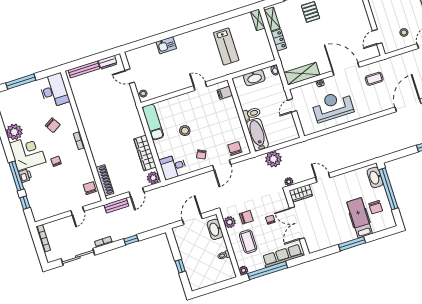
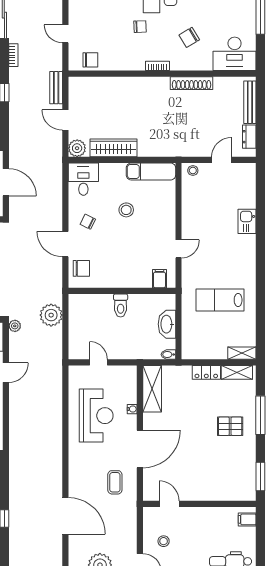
door: (292, 105) -> (98, 362), moved
bathtub: (257, 135) -> (90, 304), removed
shoe rack: (105, 180) -> (192, 83), moved

